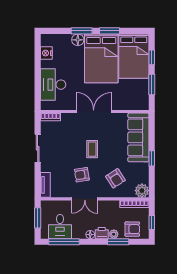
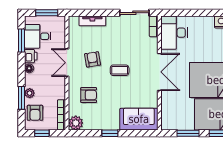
desk: (53, 85) -> (174, 33), moved, turned -90
sofa: (138, 137) -> (139, 119), width x0.73
sliding door: (38, 148) -> (134, 13), moved
armchair: (116, 178) -> (89, 95), turned -147
tv unit: (45, 185) -> (92, 21), moved
printer: (102, 233) -> (31, 56), moved
window: (64, 242) -> (22, 40), width x0.69

